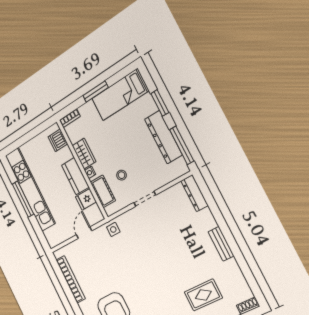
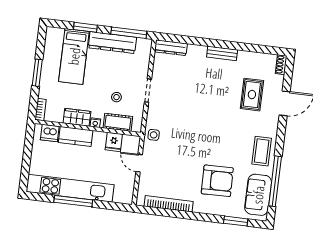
bed: (120, 95) -> (74, 56), moved
kitchen counter: (75, 176) -> (76, 136), moved

